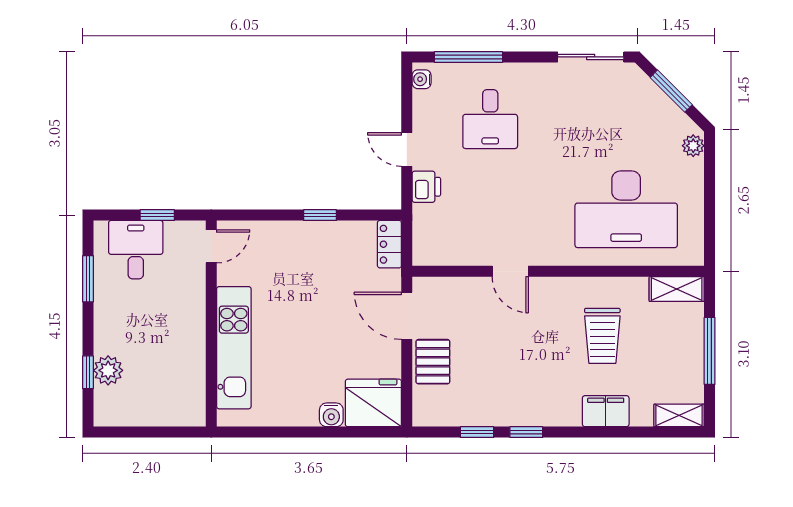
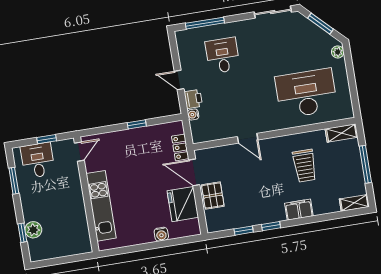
water cooler: (422, 79) -> (193, 114), moved
desk: (490, 119) -> (223, 56), turned 180
desk: (626, 209) -> (306, 93), turned 180
locker: (389, 244) -> (180, 147), moved
fridge: (373, 403) -> (183, 204), moved, turned -90
filing cabinet: (606, 411) -> (299, 210), moved

